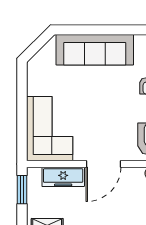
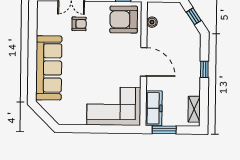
freezer: (63, 177) -> (154, 108), moved

